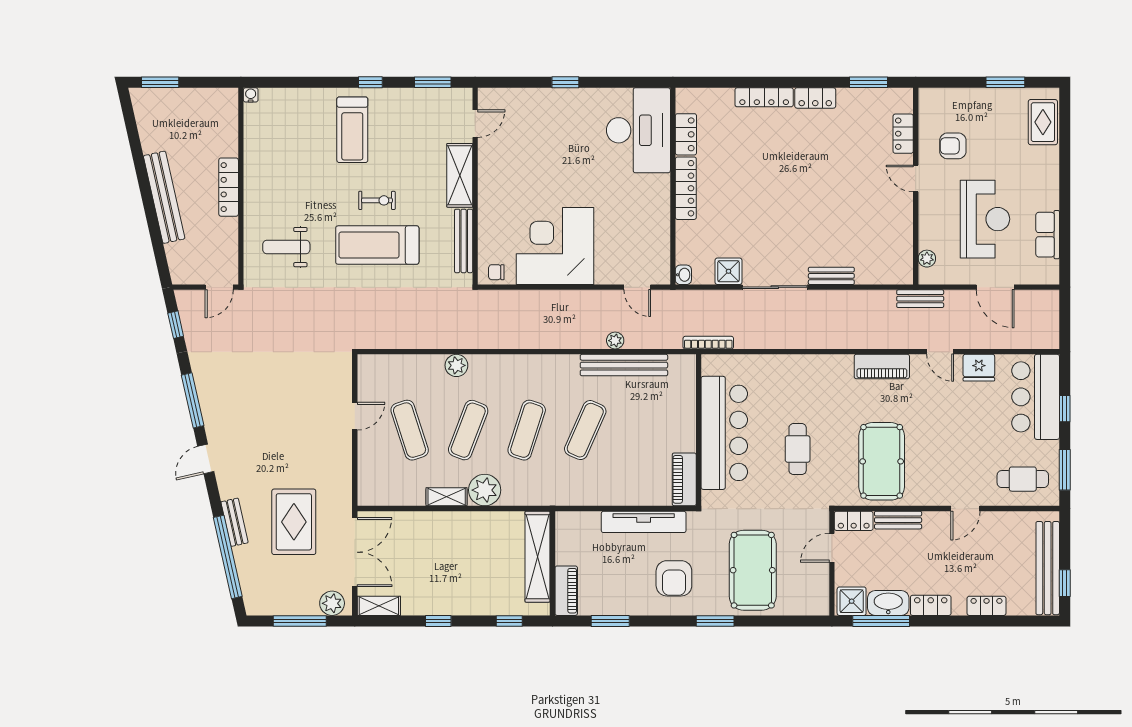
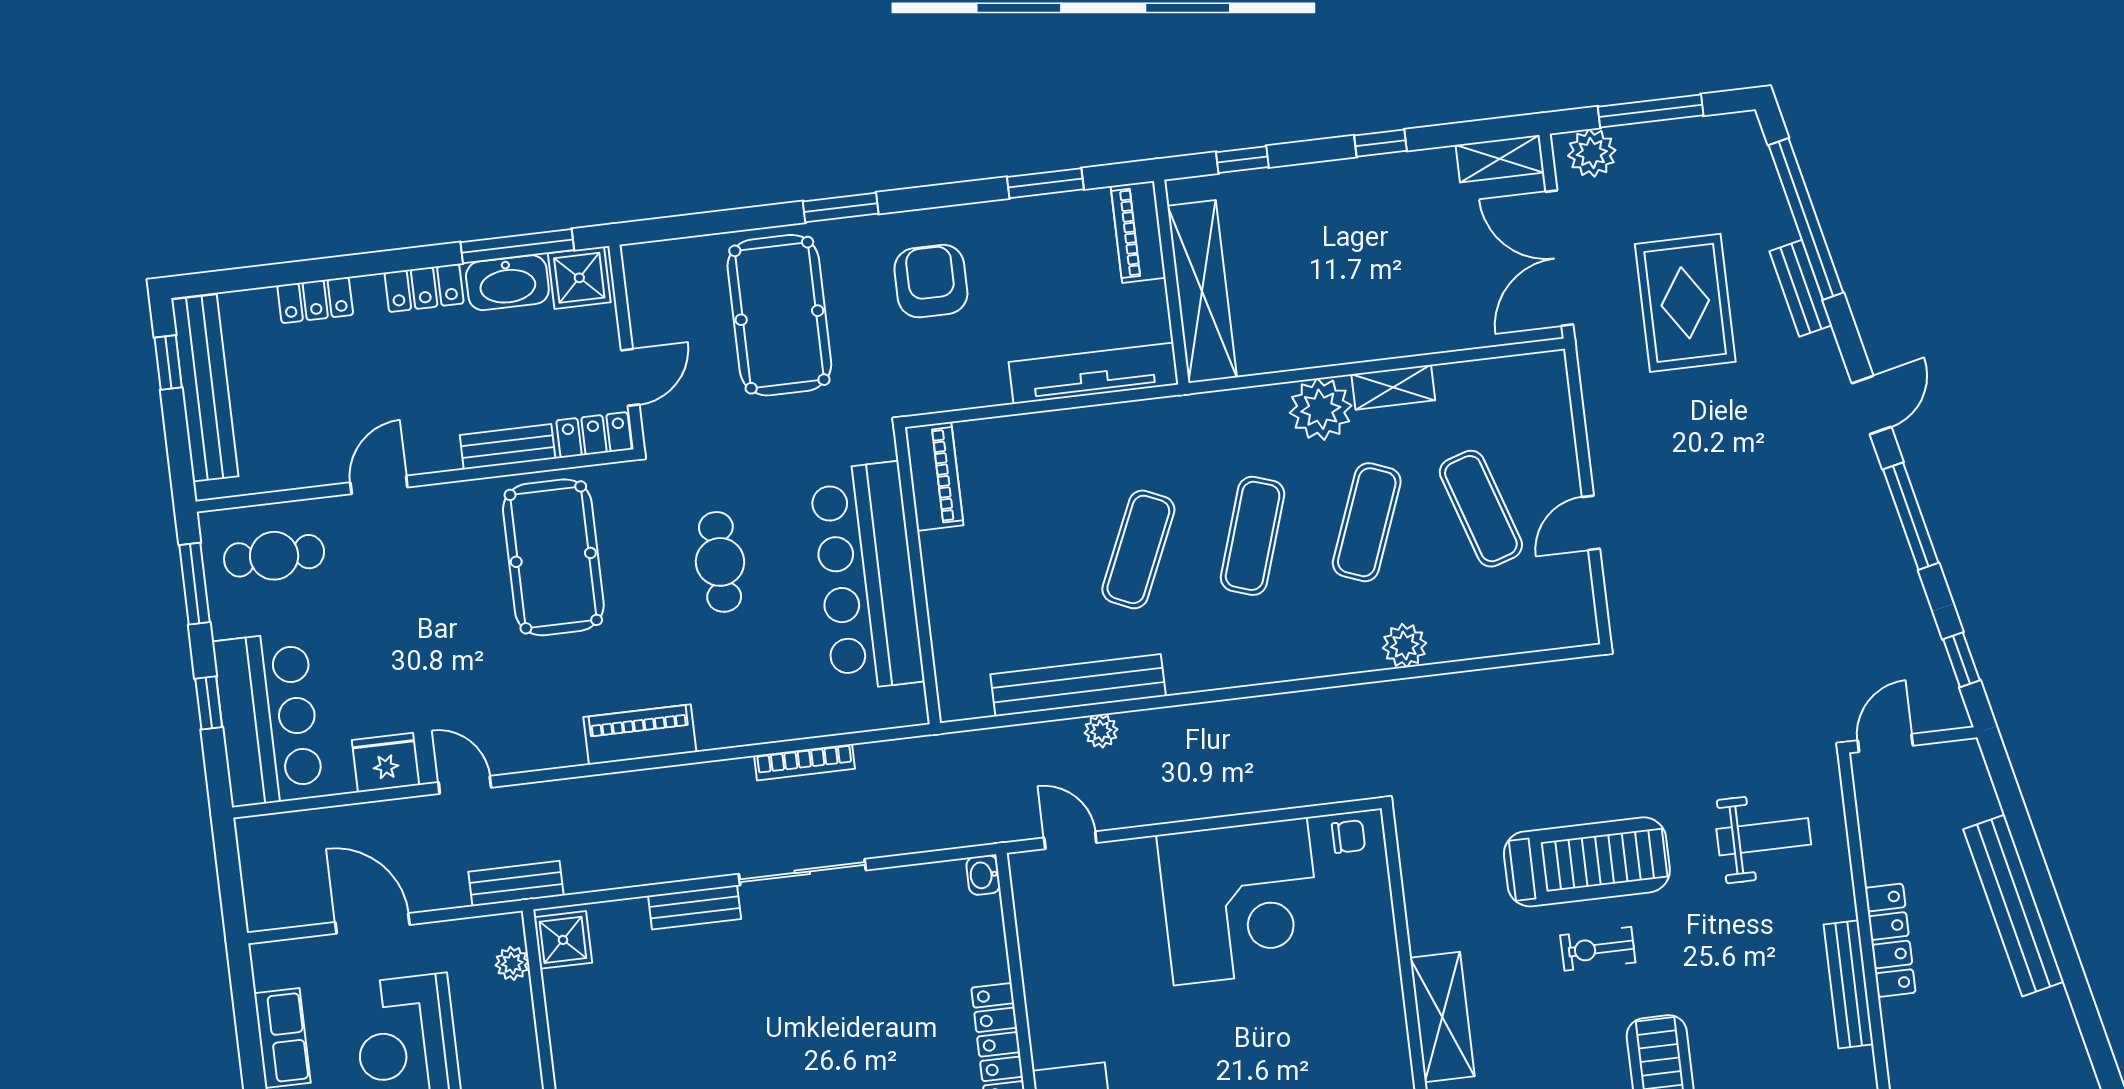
bench: (464, 241) -> (1849, 984), moved
shower: (729, 271) -> (563, 940), moved
bookcase: (708, 343) -> (805, 762), moved
piano: (882, 367) -> (640, 735), moved
tv unit: (644, 522) -> (1094, 373), moved

